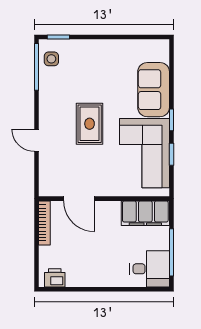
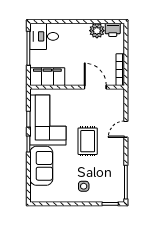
side table: (51, 59) -> (84, 186), moved
door: (37, 140) -> (126, 129), swing flipped
plant: (77, 277) -> (97, 31), added

